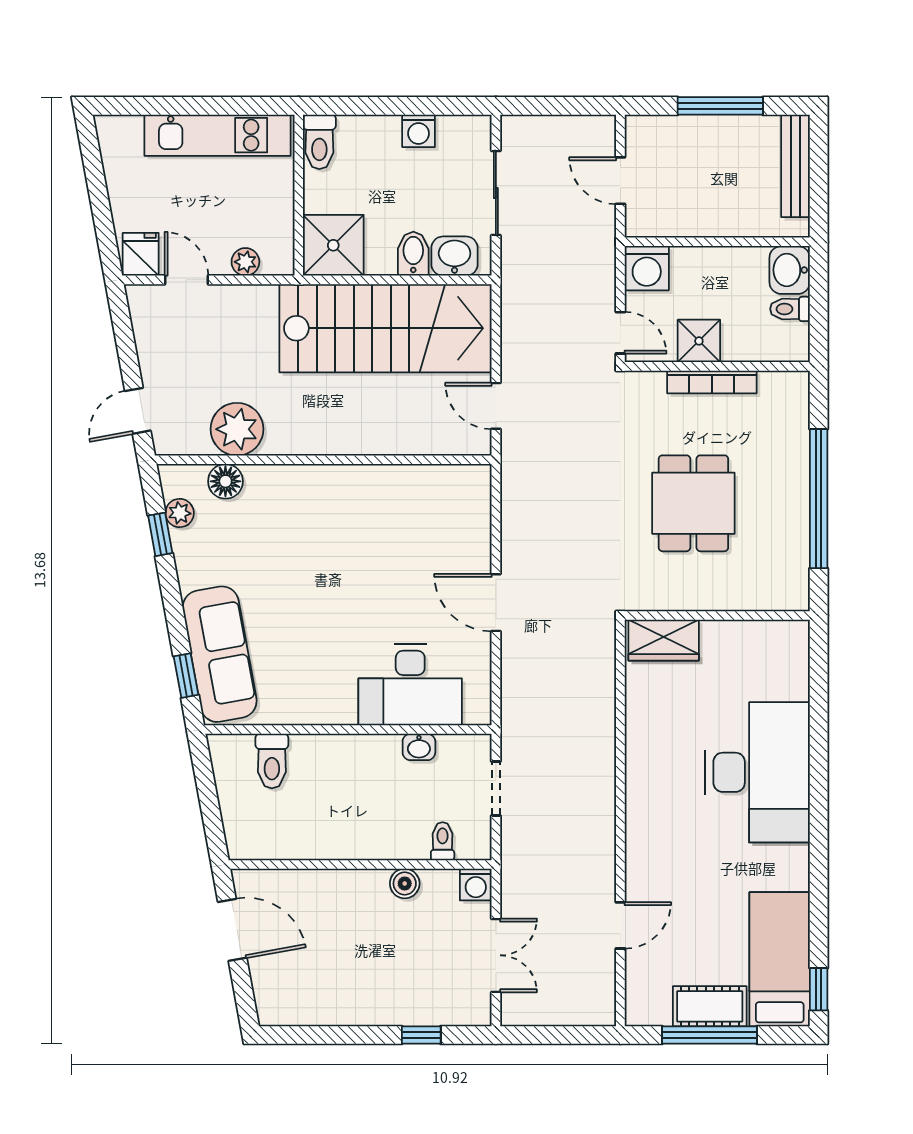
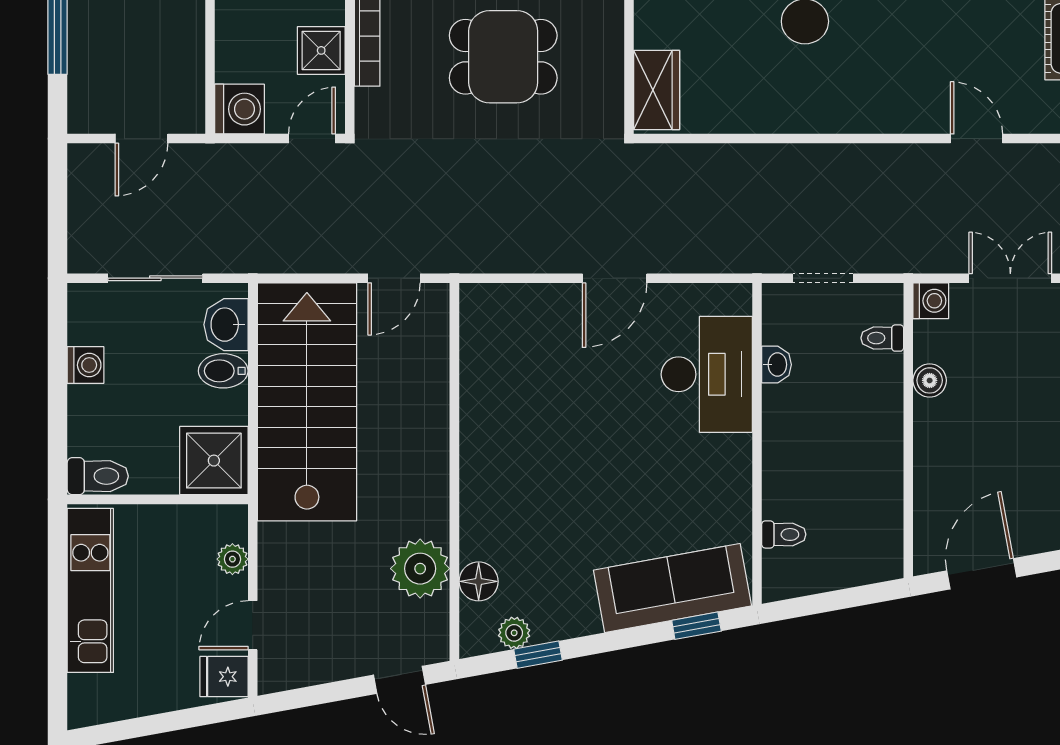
toilet: (272, 761) -> (784, 534), width x0.73, depth x0.72

